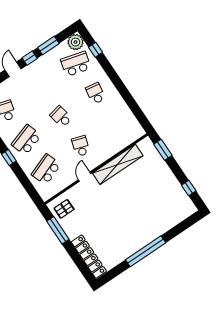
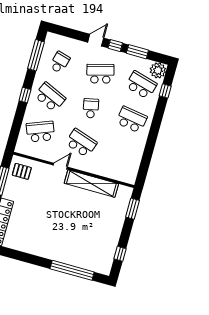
school desk: (41, 87) -> (100, 74), added
school desk: (96, 93) -> (132, 120), width x1.85
school desk: (26, 140) -> (50, 97), turned 42
school desk: (81, 146) -> (81, 143), width x1.85
window: (146, 251) -> (72, 270), moved

